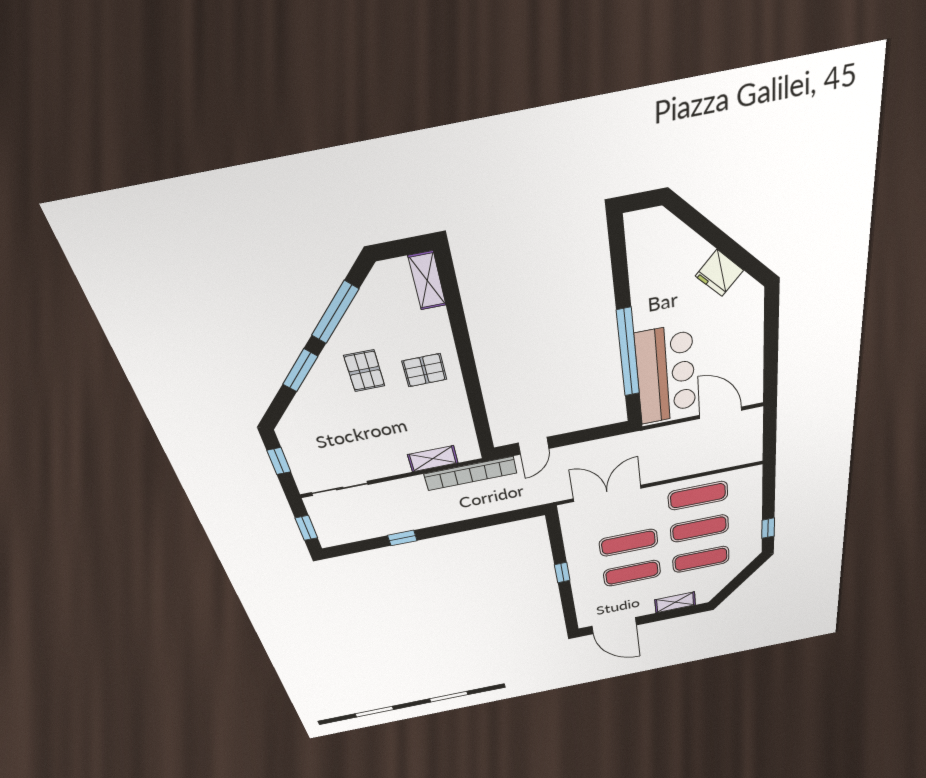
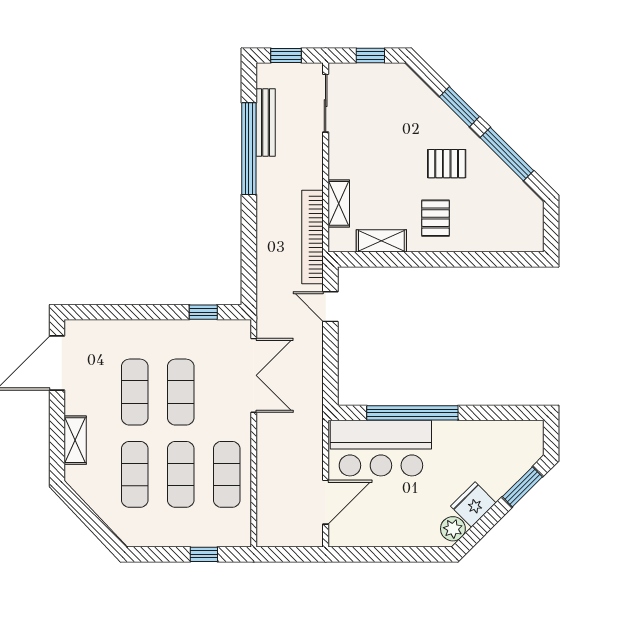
window: (699, 223) -> (522, 487), added
shelving: (427, 281) -> (381, 241), moved
plant: (745, 289) -> (453, 529), added
window: (768, 528) -> (204, 554), moved
bench: (374, 531) -> (266, 123), added
window: (402, 538) -> (249, 149), width x3.17
window: (562, 573) -> (203, 312), moved

